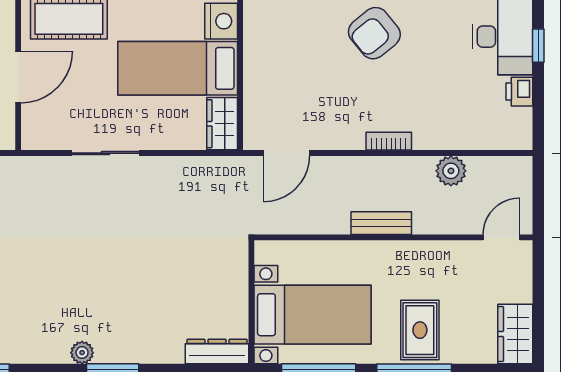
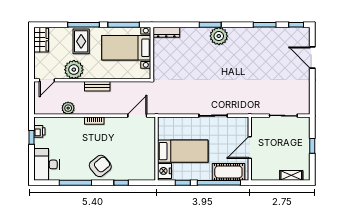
window: (538, 46) -> (32, 137), moved
printer: (519, 92) -> (39, 131), moved
wardrobe: (222, 124) -> (164, 128), removed
plant: (437, 263) -> (74, 70), added
plant: (82, 353) -> (219, 36), width x1.88, depth x1.88

